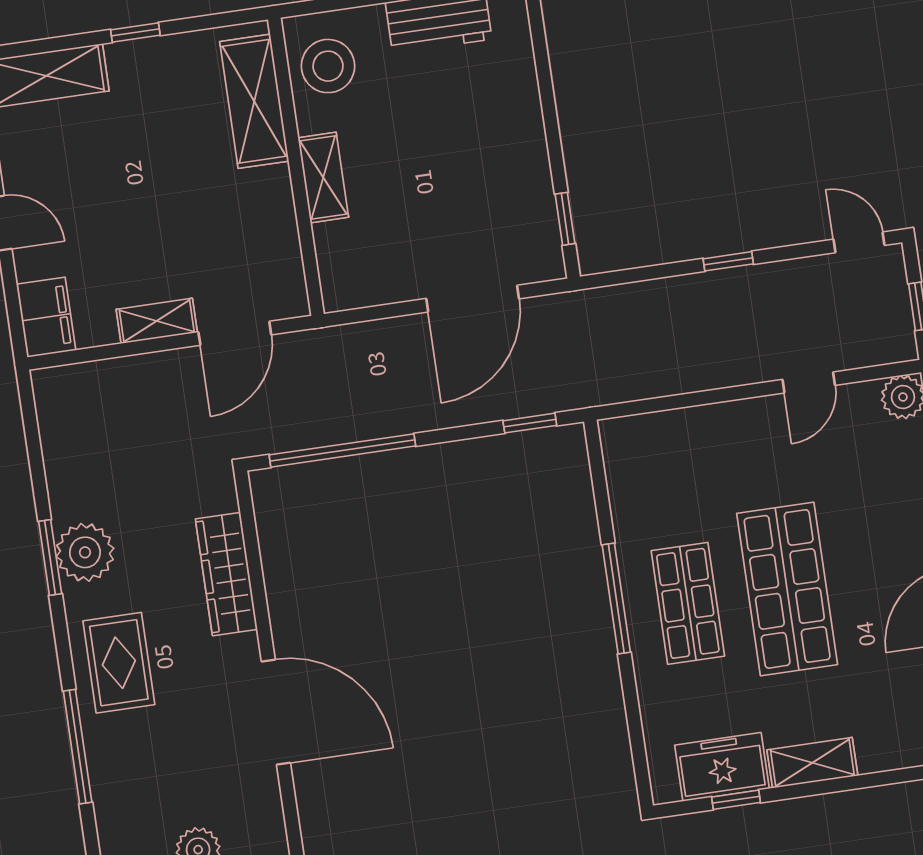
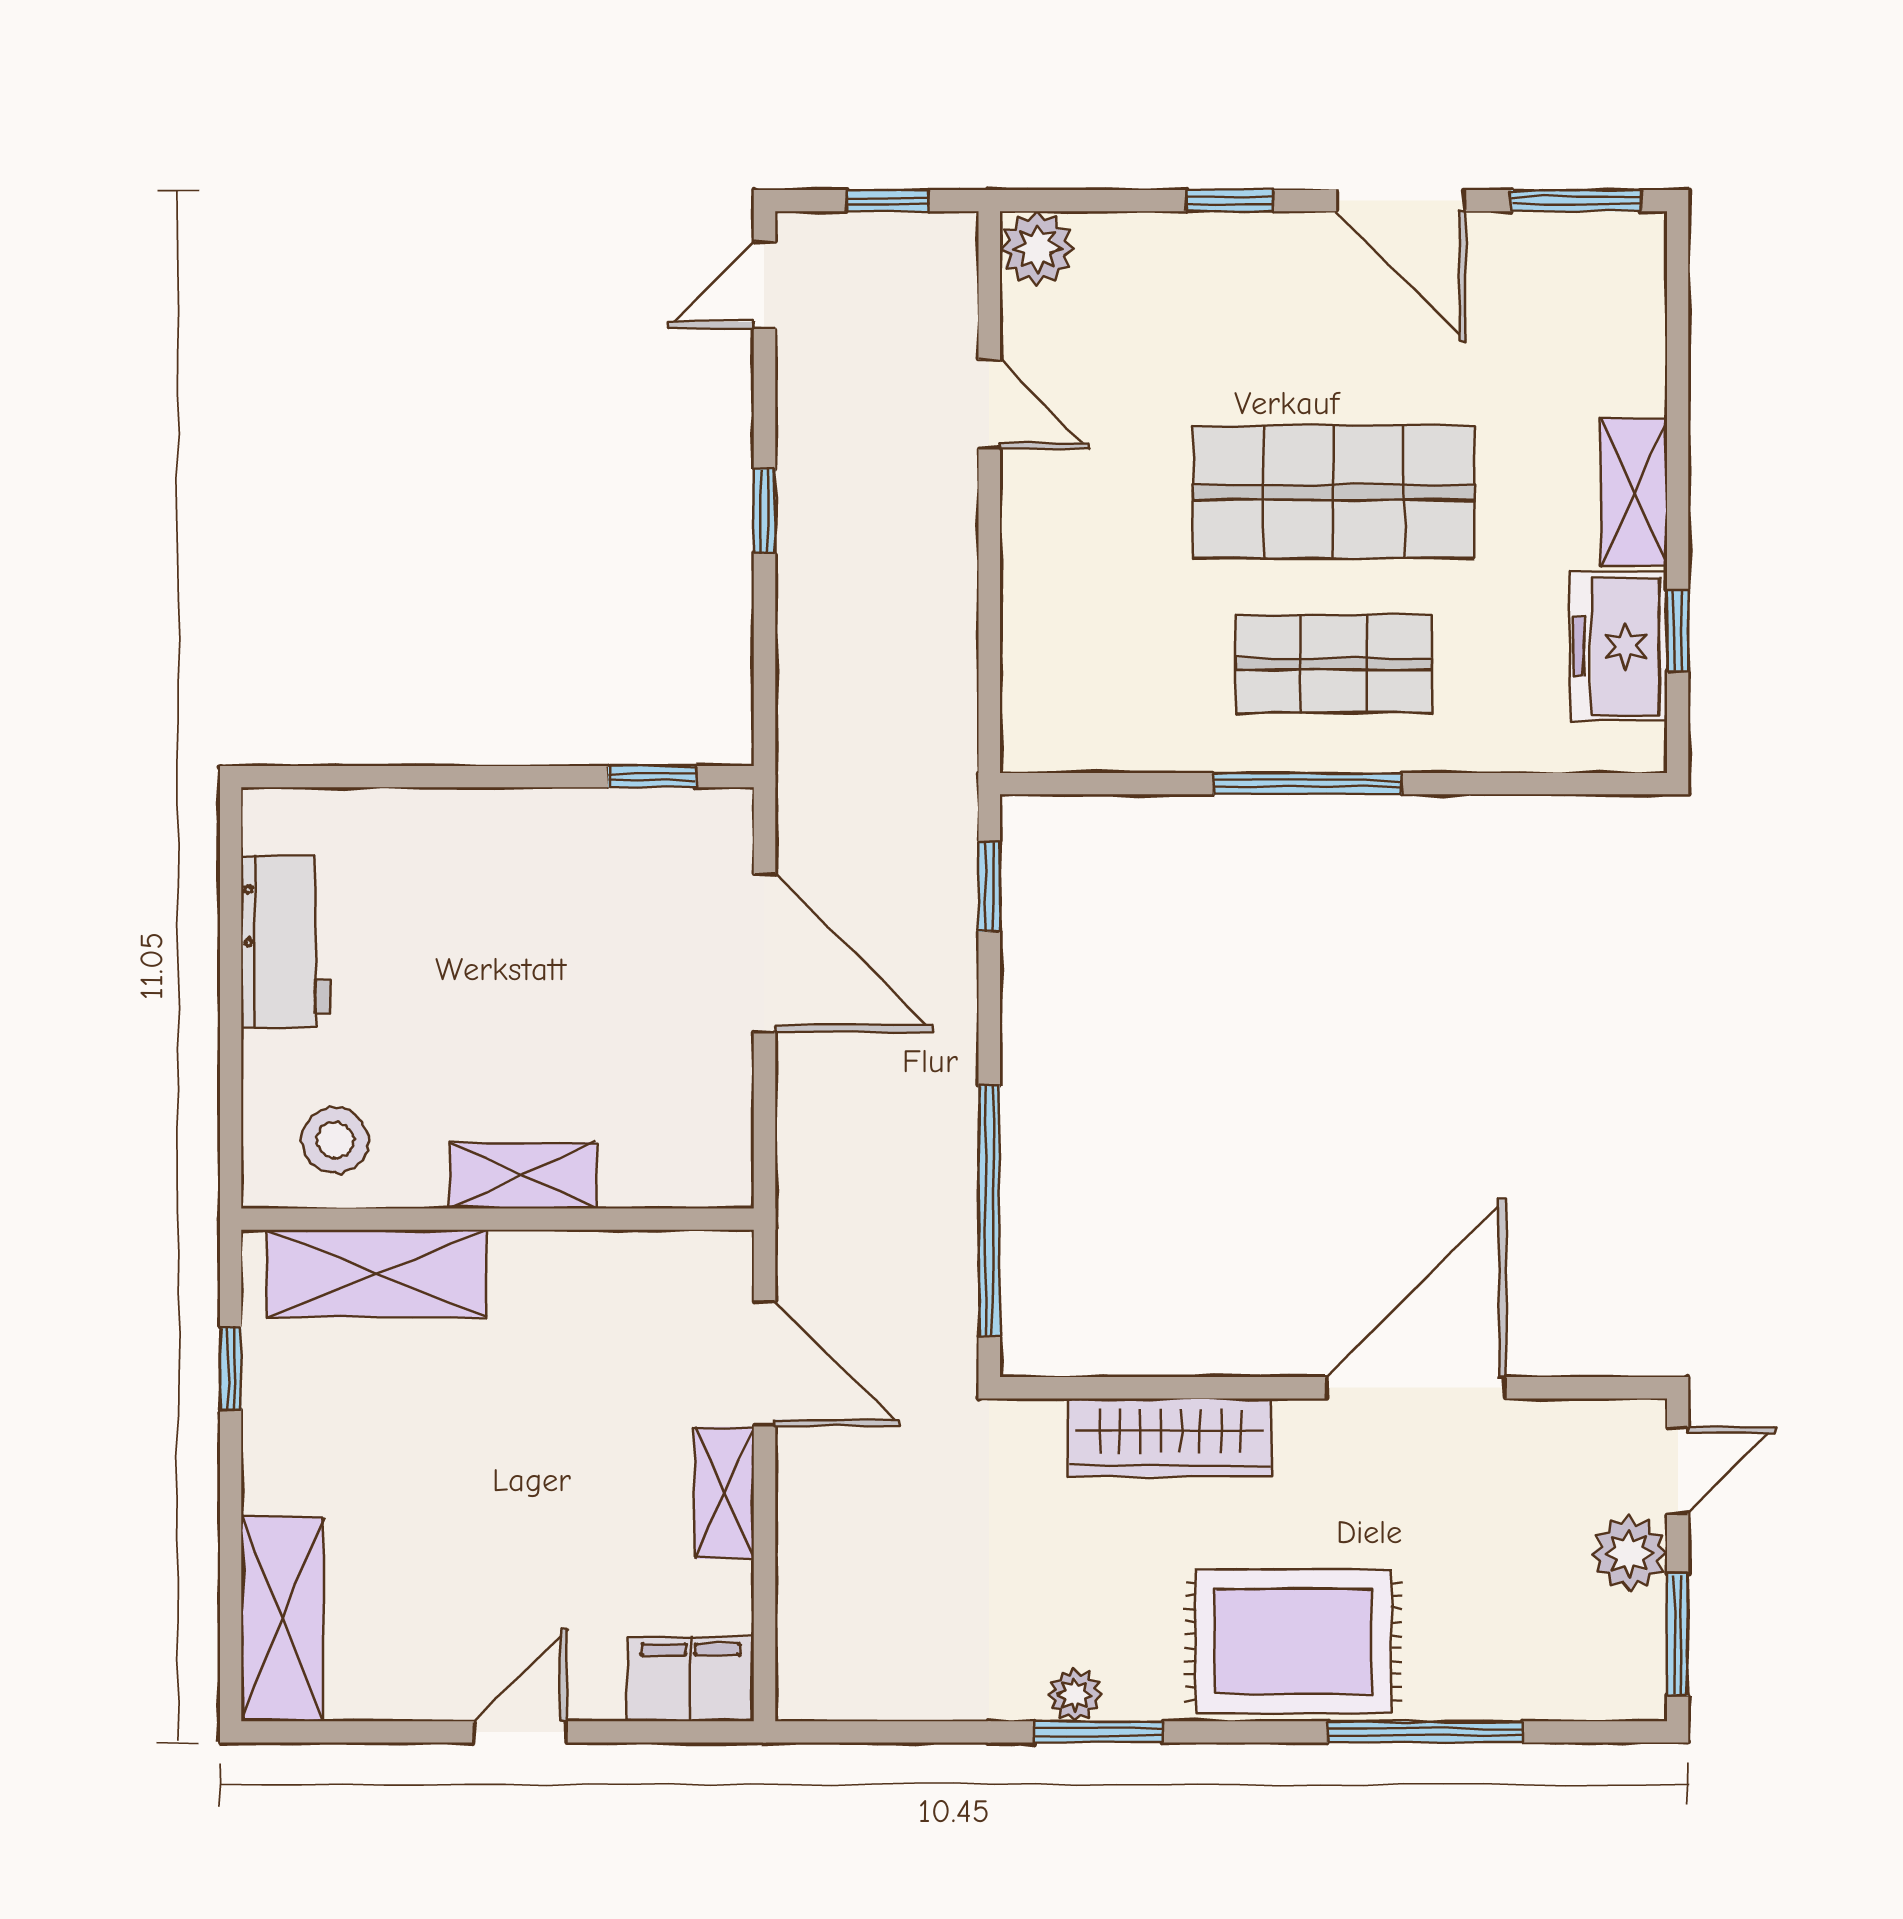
window: (135, 32) -> (231, 1369), moved
stool: (328, 66) -> (335, 1140), width x0.73, depth x0.73
plant: (85, 552) -> (1075, 1695), width x0.53, depth x0.53
rug: (119, 663) -> (1293, 1641), width x1.36, depth x1.43

